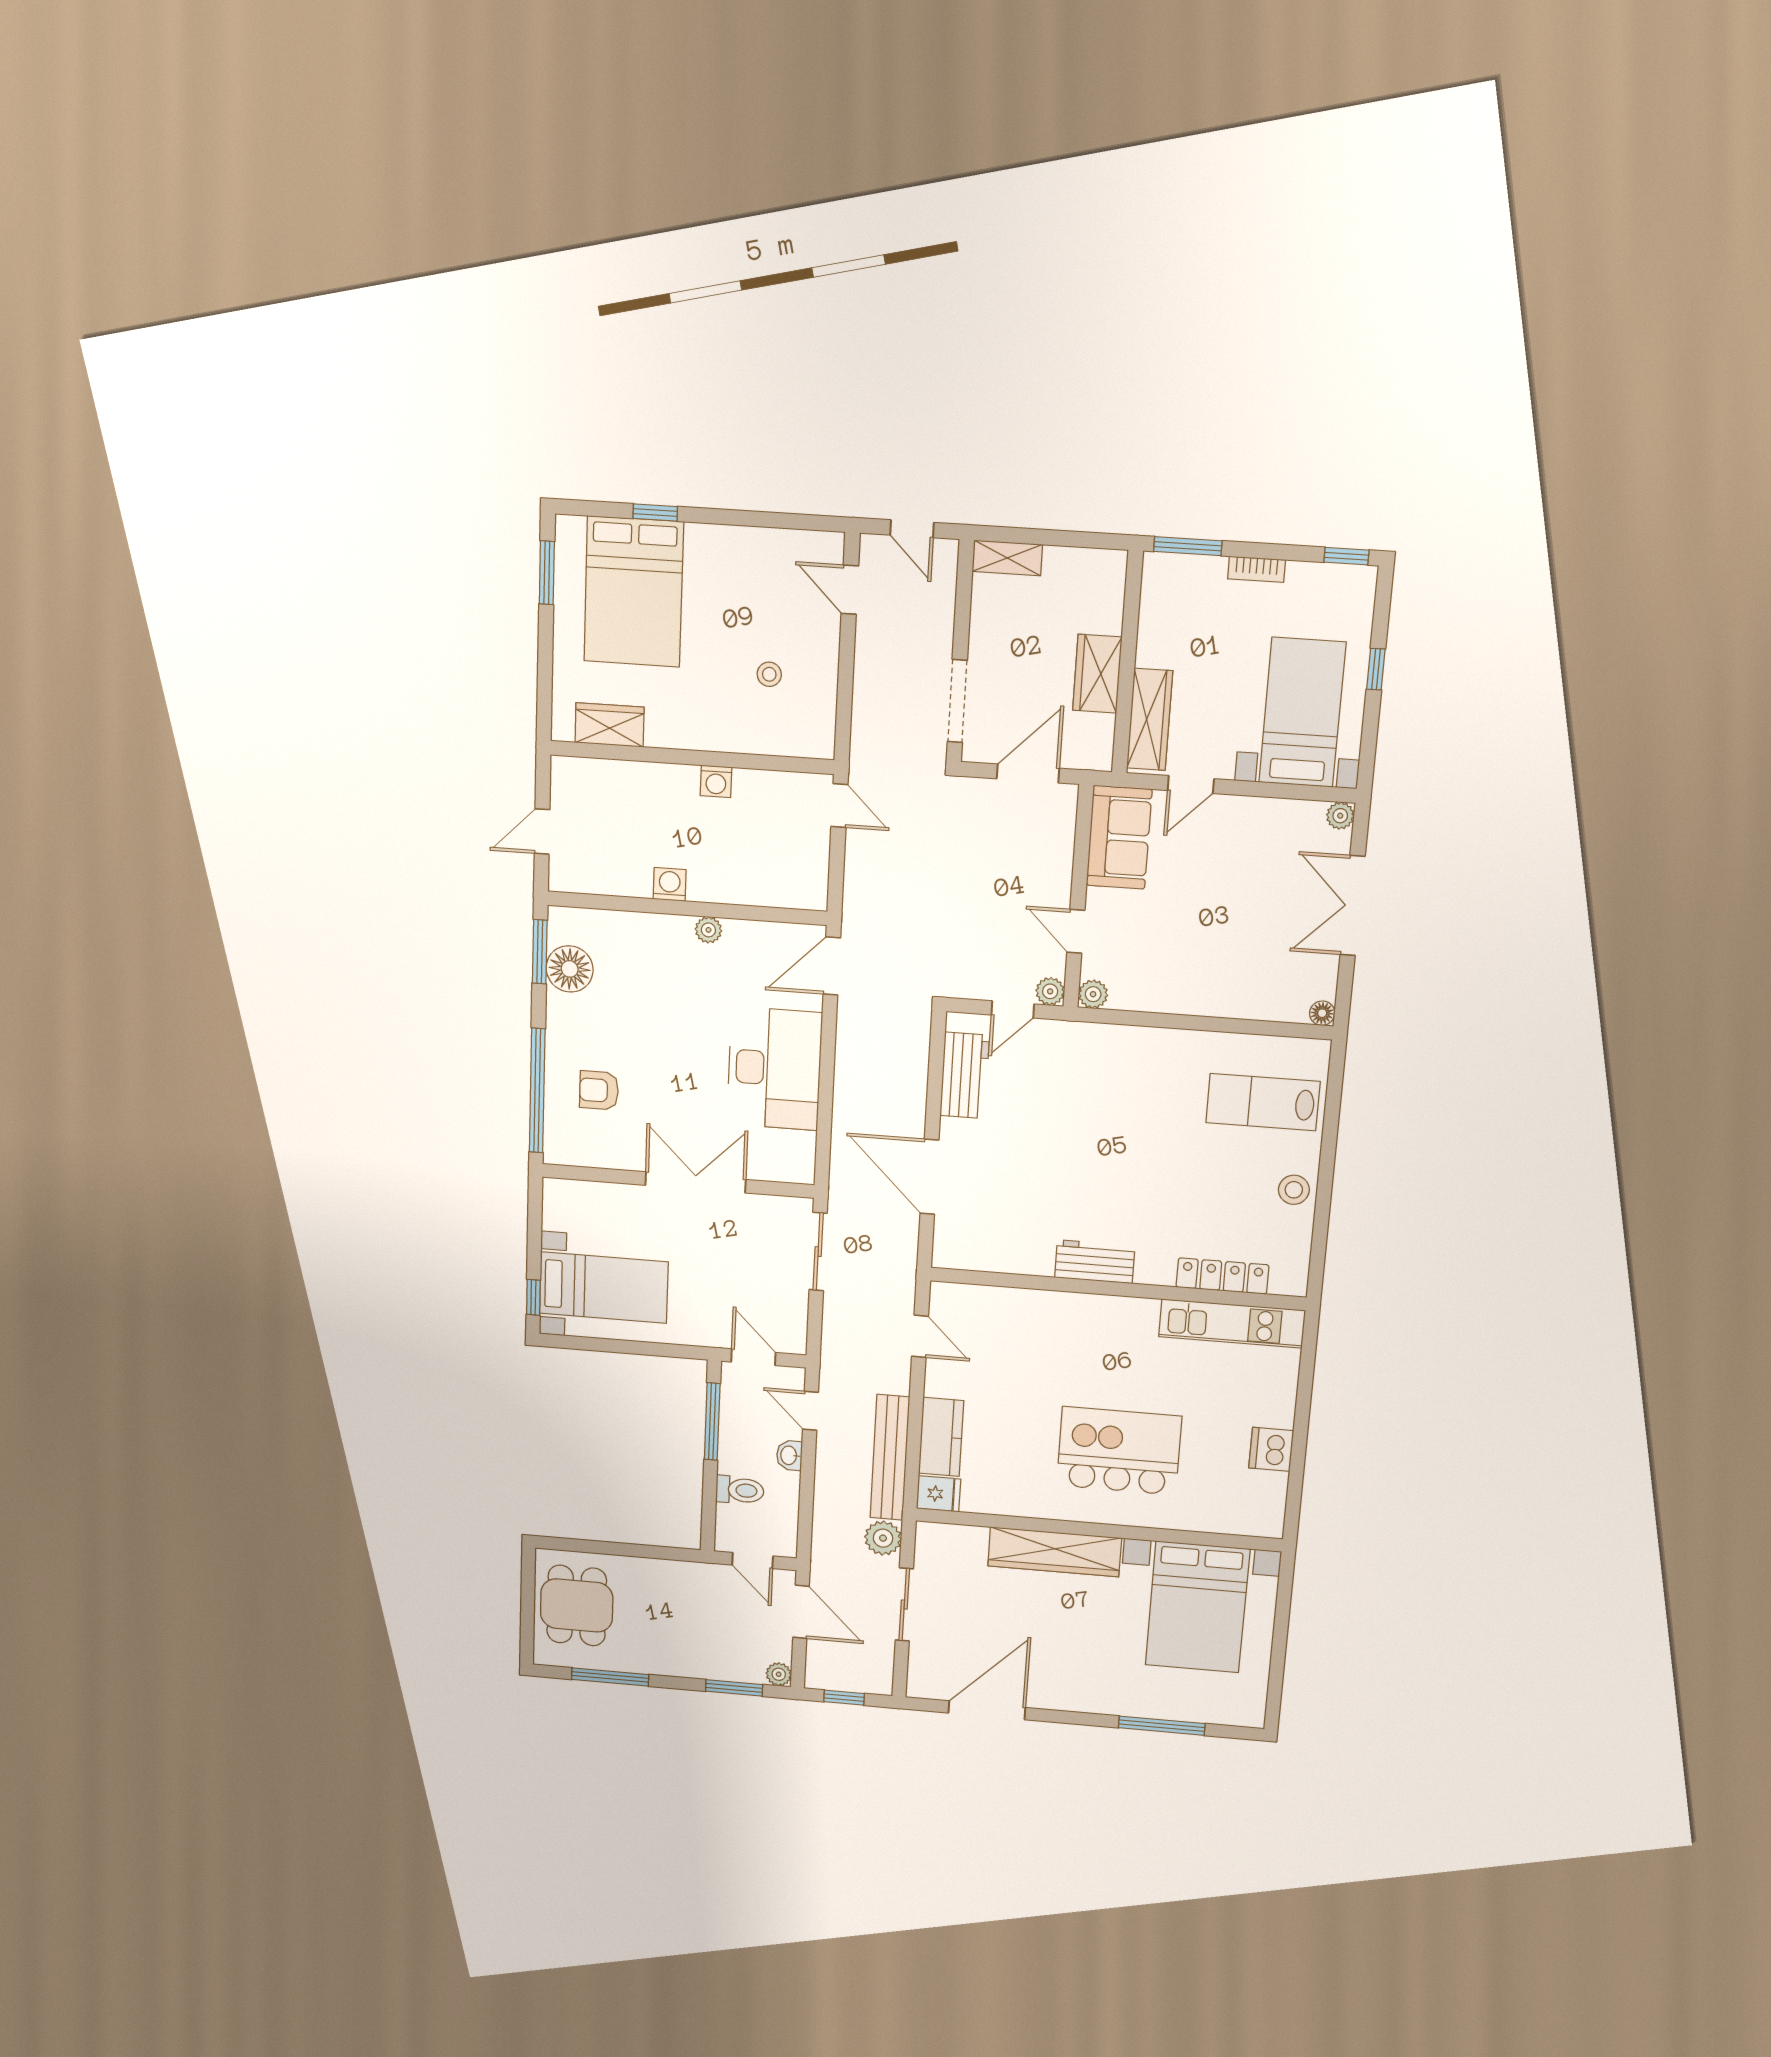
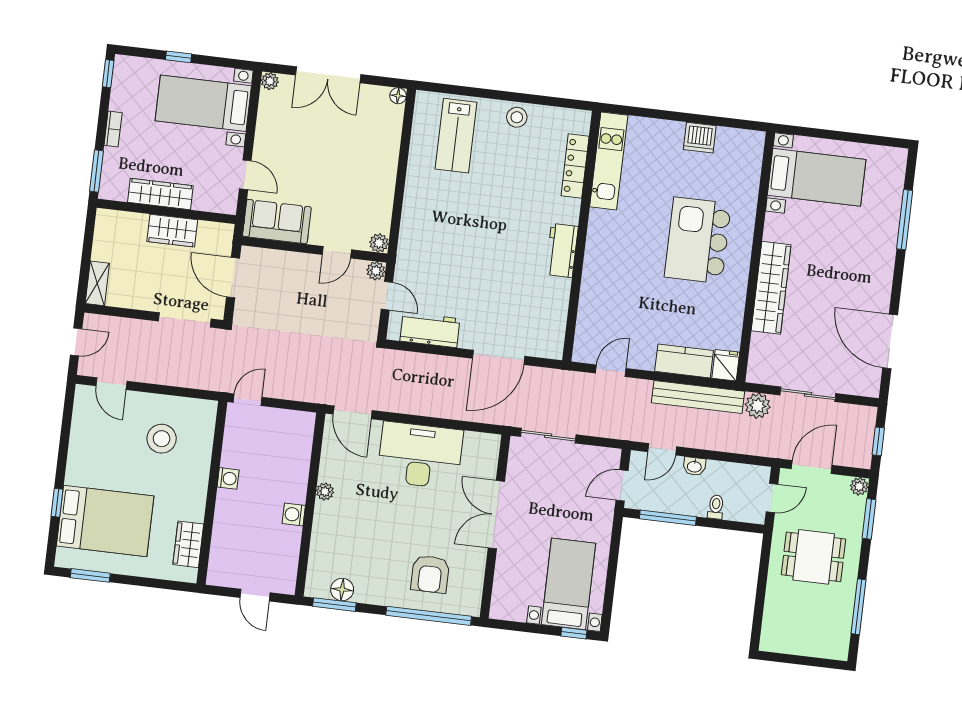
door: (850, 590) -> (111, 384), hinge flipped
stool: (769, 674) -> (162, 439), width x1.89, depth x1.89
wardrobe: (1150, 719) -> (160, 194), moved
floor lamp: (570, 969) -> (342, 590), width x0.73, depth x0.73
armchair: (599, 1090) -> (430, 574), width x1.38, depth x1.38
toilet: (740, 1490) -> (716, 507), width x0.73, depth x0.72
dining table: (577, 1605) -> (814, 557), moved
bed with nightstands: (1197, 1607) -> (817, 177), width x0.73

